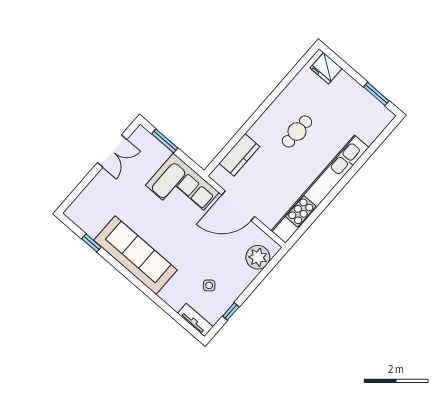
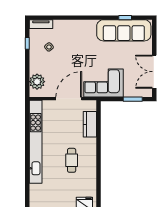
double door: (112, 151) -> (154, 72), width x1.37
sofa: (135, 255) -> (124, 30), moved

